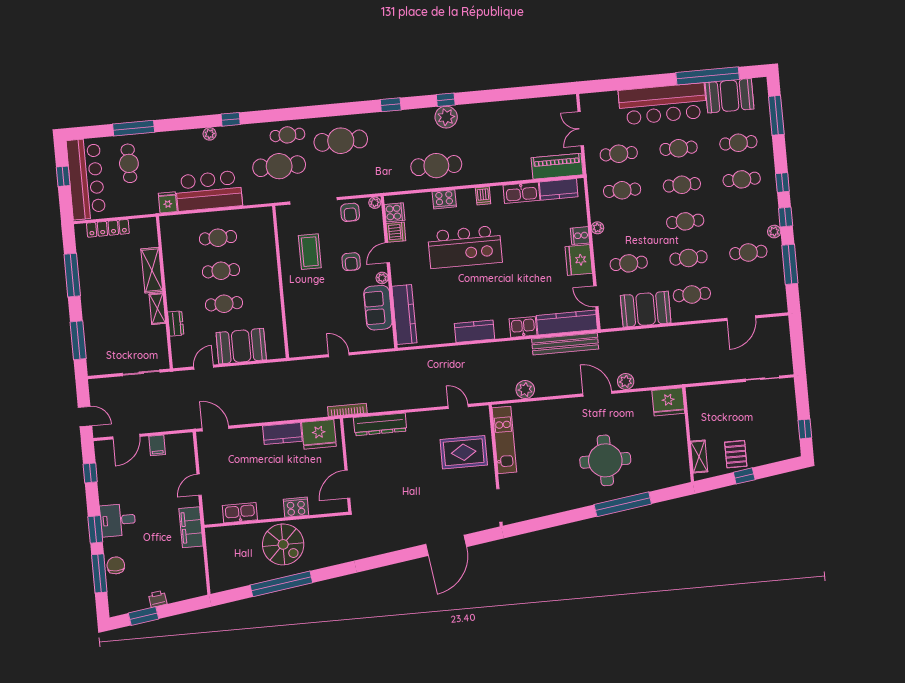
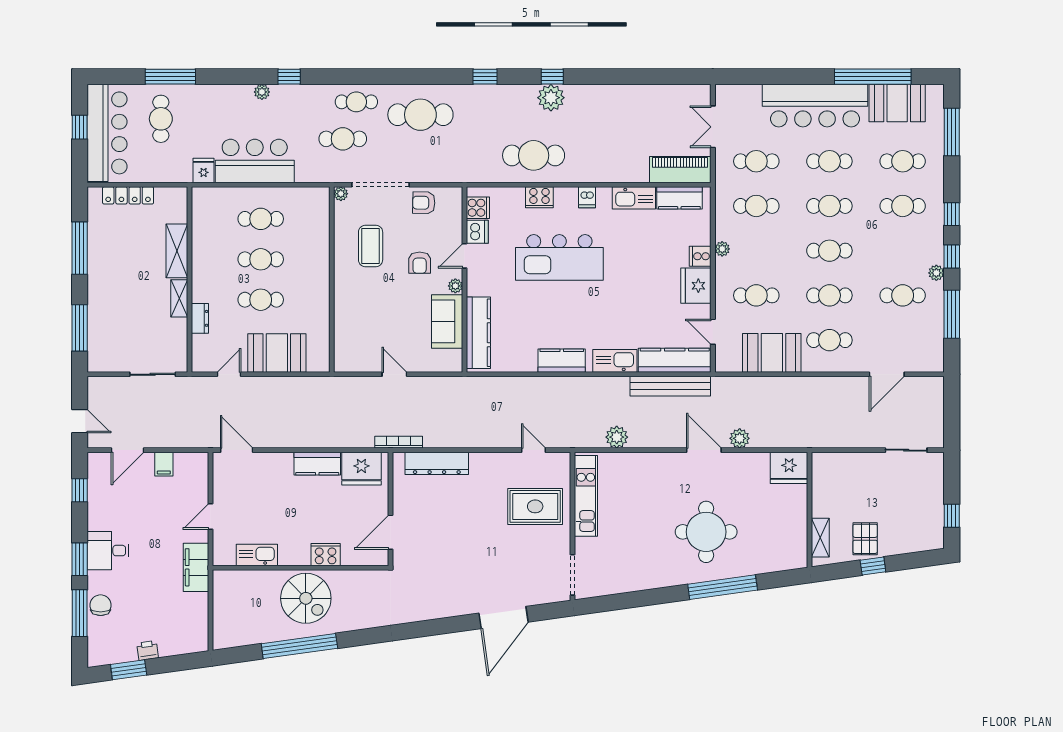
cafe table: (279, 166) -> (343, 139), width x0.73, depth x0.74
plant: (375, 203) -> (341, 194), moved
armchair: (350, 212) -> (424, 203), turned 91
kitchen sink: (523, 327) -> (615, 361), width x1.38

